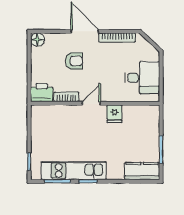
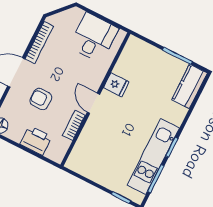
armchair: (74, 61) -> (41, 99), turned -90
printer: (42, 93) -> (36, 141), moved, turned 90

